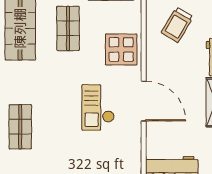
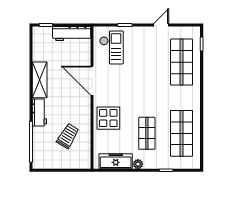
checkout: (98, 107) -> (111, 47), moved
shop shelf: (20, 127) -> (181, 62), width x1.43, depth x1.36

